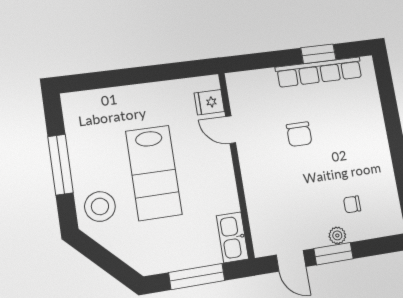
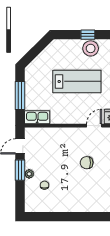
window: (60, 165) -> (88, 35), width x0.46
lab bench: (154, 173) -> (77, 81), turned 180
stool: (100, 206) -> (91, 48), moved

